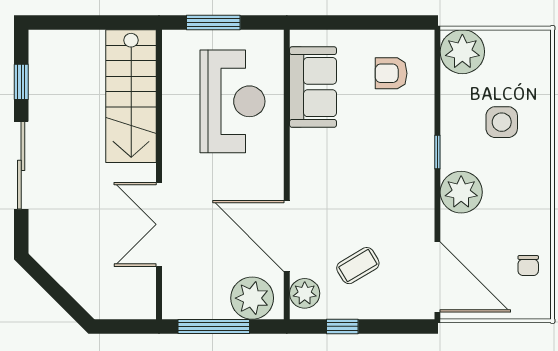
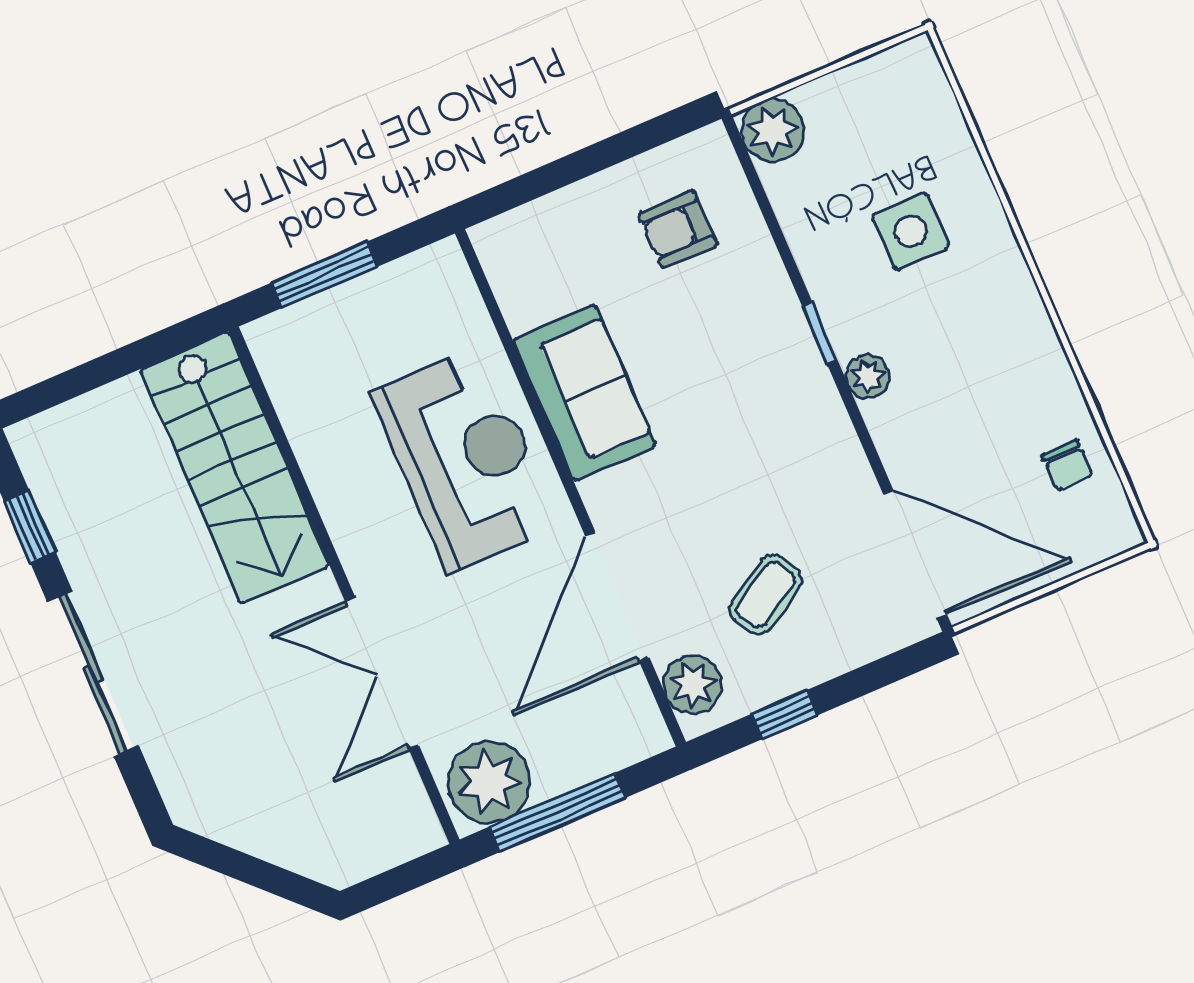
plant: (462, 52) -> (773, 131), width x0.73, depth x0.73
sofa: (313, 87) -> (584, 393), moved
reception desk: (232, 101) -> (465, 459), moved
plant: (461, 192) -> (868, 376), width x0.53, depth x0.53
door: (287, 236) -> (617, 597), hinge flipped
plant: (252, 298) -> (489, 782), moved

